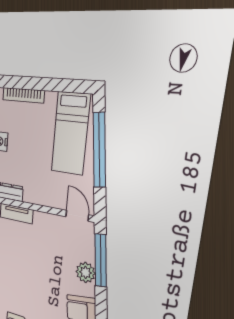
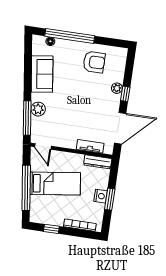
window: (61, 85) -> (51, 229), added
bed: (70, 133) -> (55, 184), moved, turned 82

